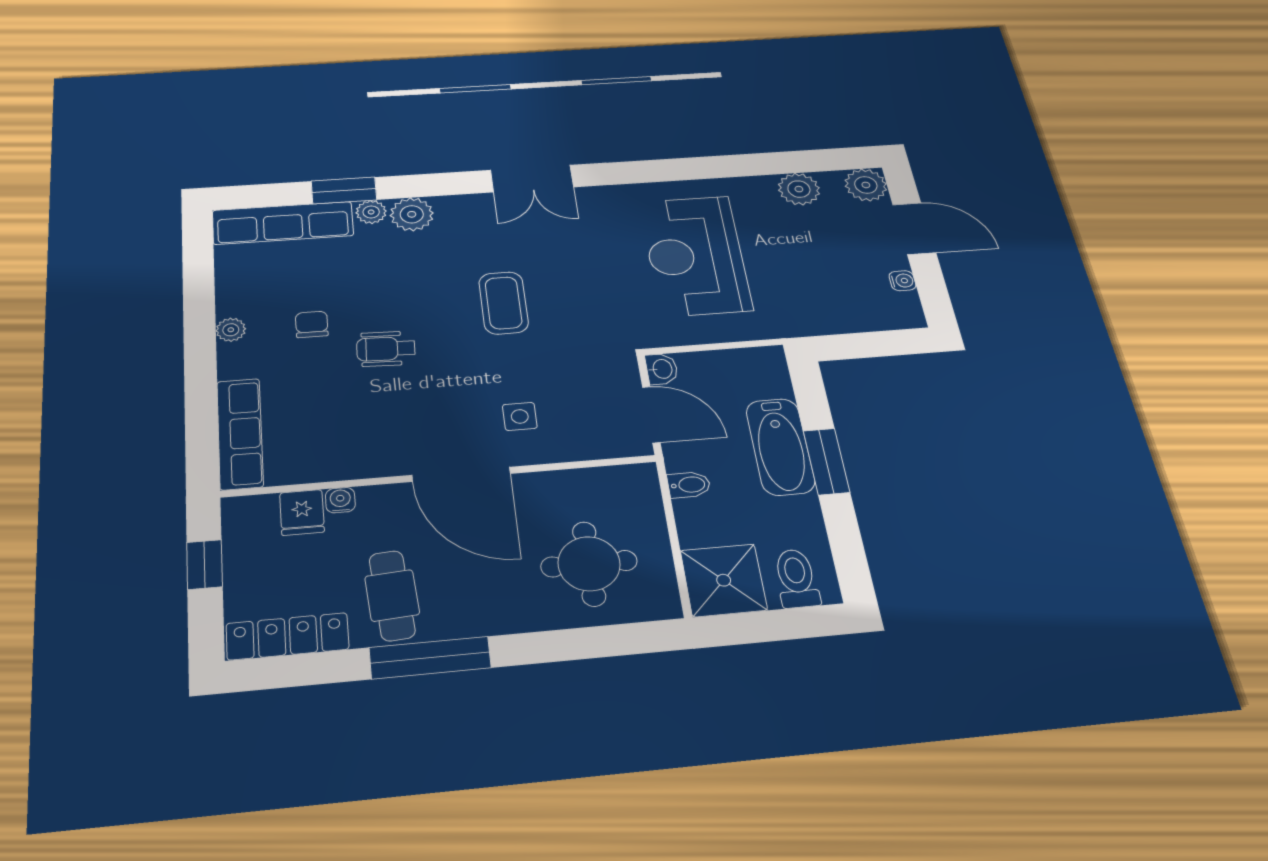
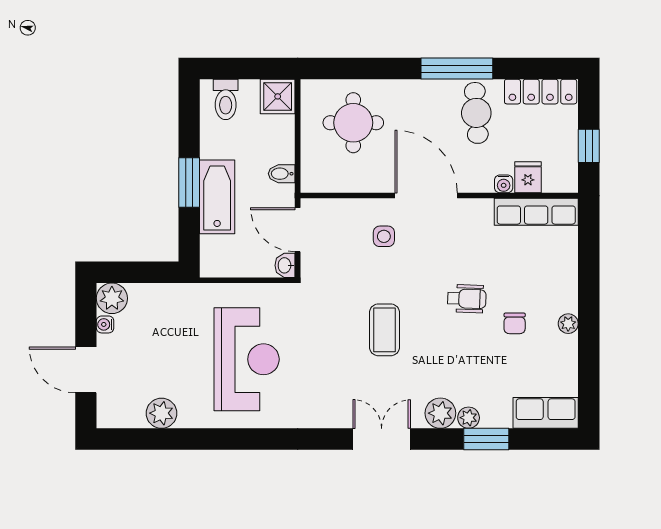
double door: (532, 179) -> (382, 439), moved
plant: (866, 185) -> (112, 298), moved
row of seats: (283, 223) -> (546, 413), width x0.68
row of seats: (240, 434) -> (536, 212), moved, turned -90
shower: (724, 580) -> (278, 96), width x0.73, depth x0.73

